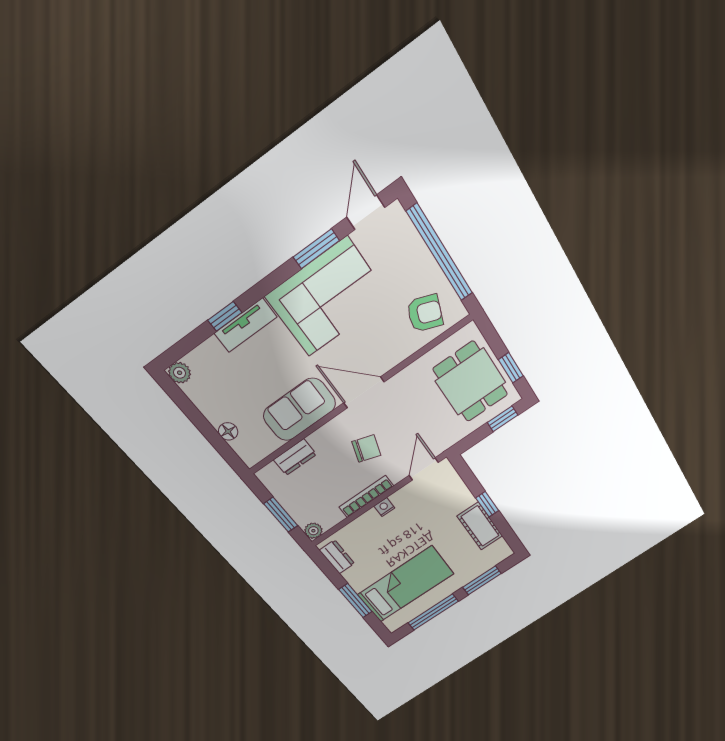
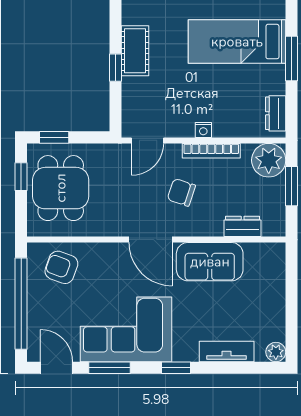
door: (366, 212) -> (57, 368), swing flipped
window: (225, 316) -> (176, 368), moved
tv unit: (246, 325) -> (227, 351), moved
floor lamp: (228, 431) -> (277, 284), removed
plant: (313, 531) -> (269, 160), width x1.88, depth x1.88

